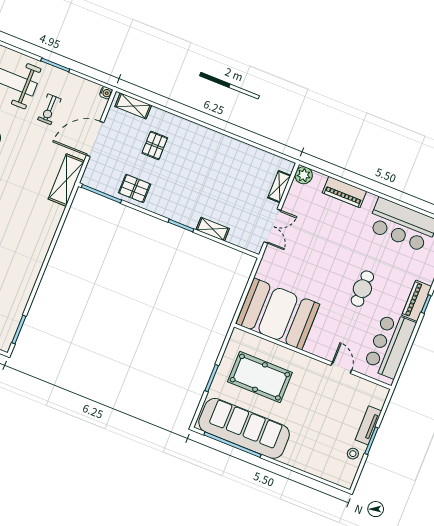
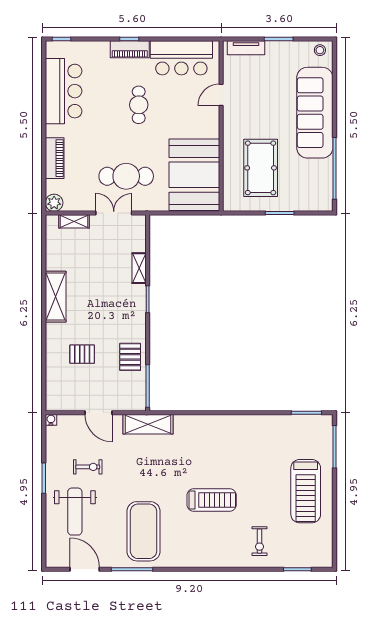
shelving: (133, 106) -> (56, 297), moved, width x1.50, depth x1.33
door: (95, 139) -> (98, 413), width x0.73
cafe table: (302, 251) -> (126, 176), added
cafe table: (362, 289) -> (139, 105), turned 90
tv unit: (368, 425) -> (246, 48), moved
sofa: (244, 428) -> (315, 113), moved
stool: (353, 454) -> (320, 50), moved

